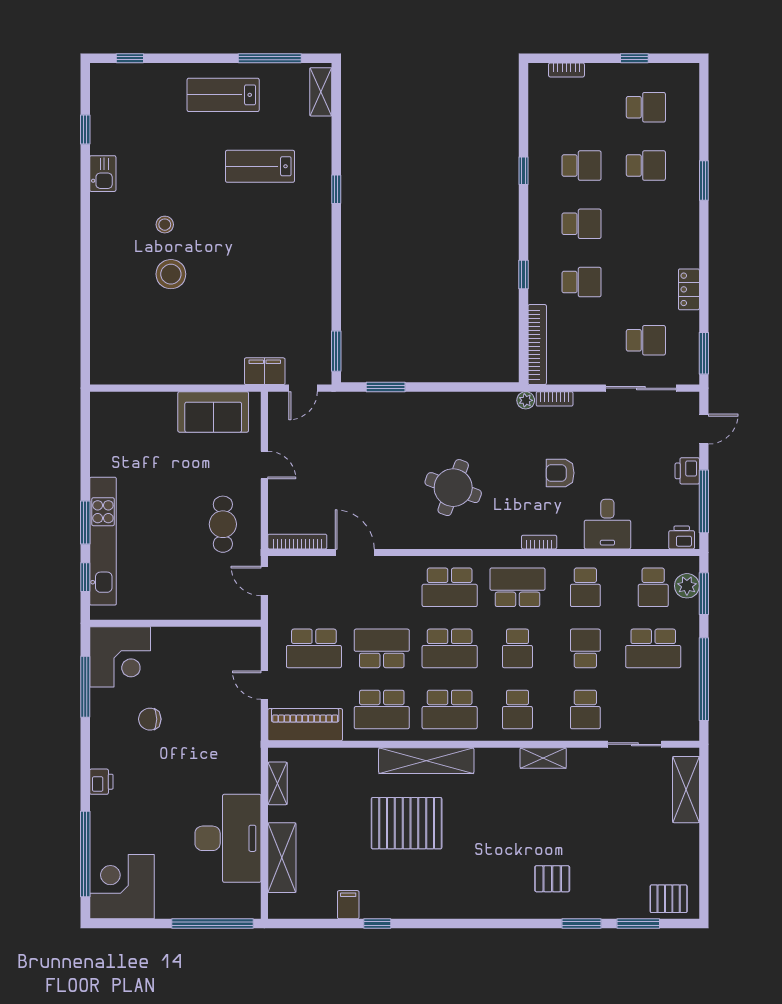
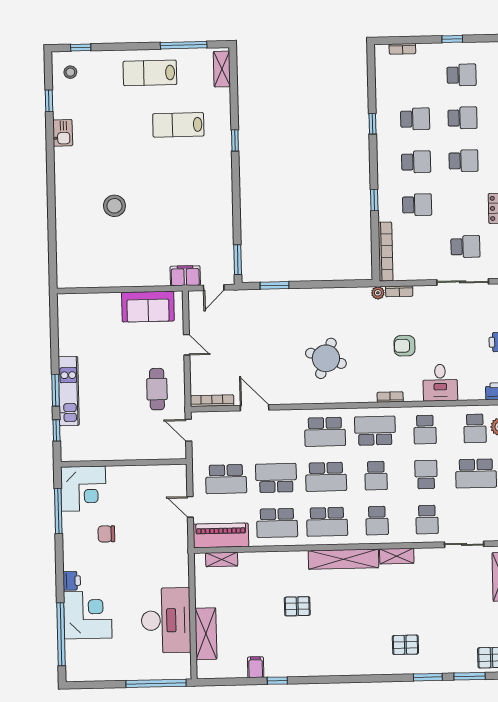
school desk: (646, 224) -> (463, 161), added
stool: (165, 225) -> (70, 72), moved
kitchen unit: (103, 541) -> (69, 391), width x0.73
shelving: (426, 761) -> (343, 559), moved
shelving: (277, 783) -> (222, 559), moved, turned 90
pallet: (407, 823) -> (297, 606), width x0.49, depth x0.50
corner desk: (122, 887) -> (88, 615), moved, turned 90

